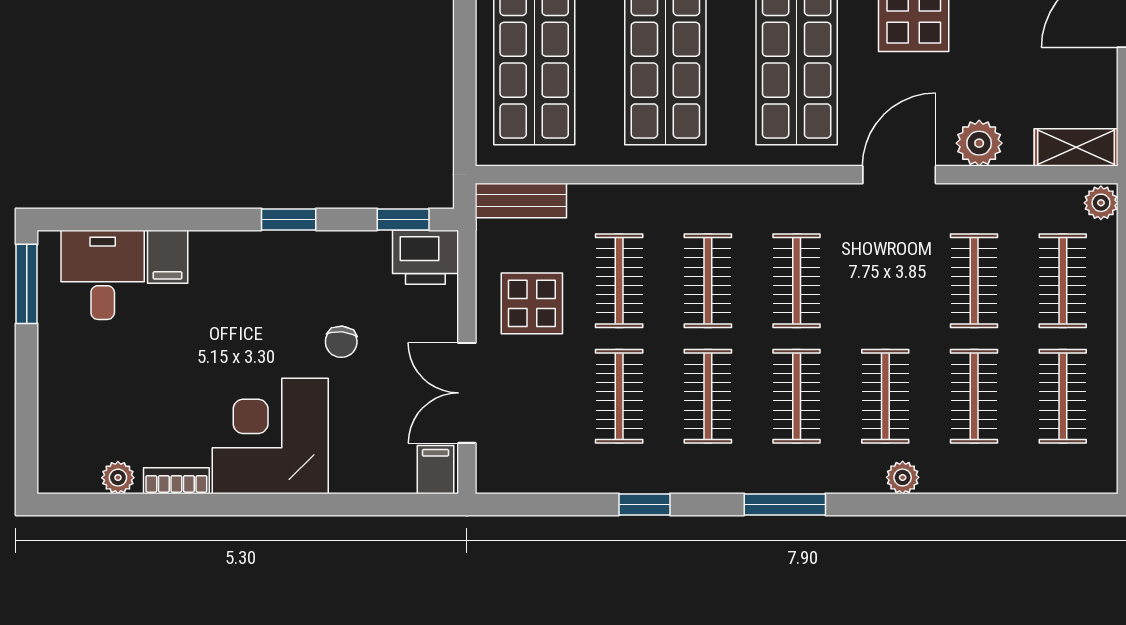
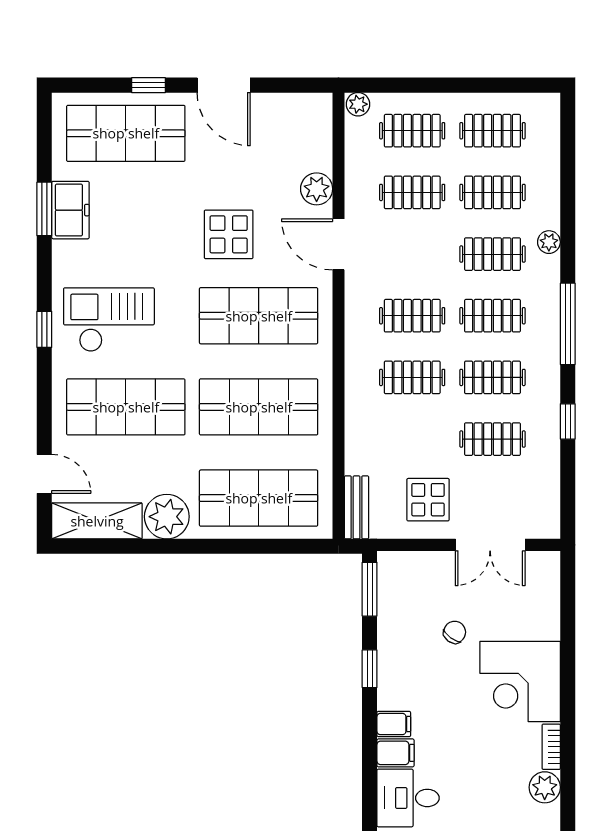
shelving: (1076, 147) -> (320, 121), removed
window: (403, 219) -> (370, 589), width x1.50
printer: (425, 257) -> (396, 574), removed
clothes rail: (619, 281) -> (412, 439), removed
chair: (341, 342) -> (455, 632), turned -59
filing cabinet: (436, 470) -> (394, 724), moved, turned 180
plant: (118, 478) -> (545, 787), width x1.38, depth x1.38
window: (785, 504) -> (568, 324), width x1.44

